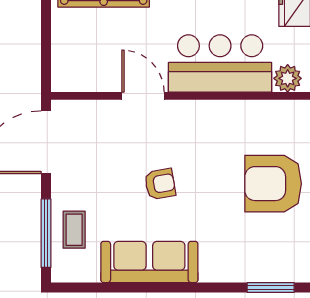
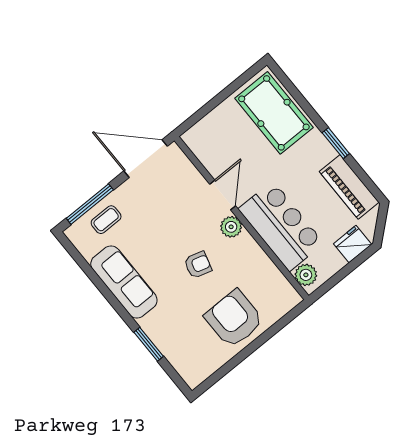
plant: (181, 113) -> (231, 227), added
armchair: (160, 184) -> (198, 265), moved, turned -64
window: (271, 288) -> (149, 344), moved

